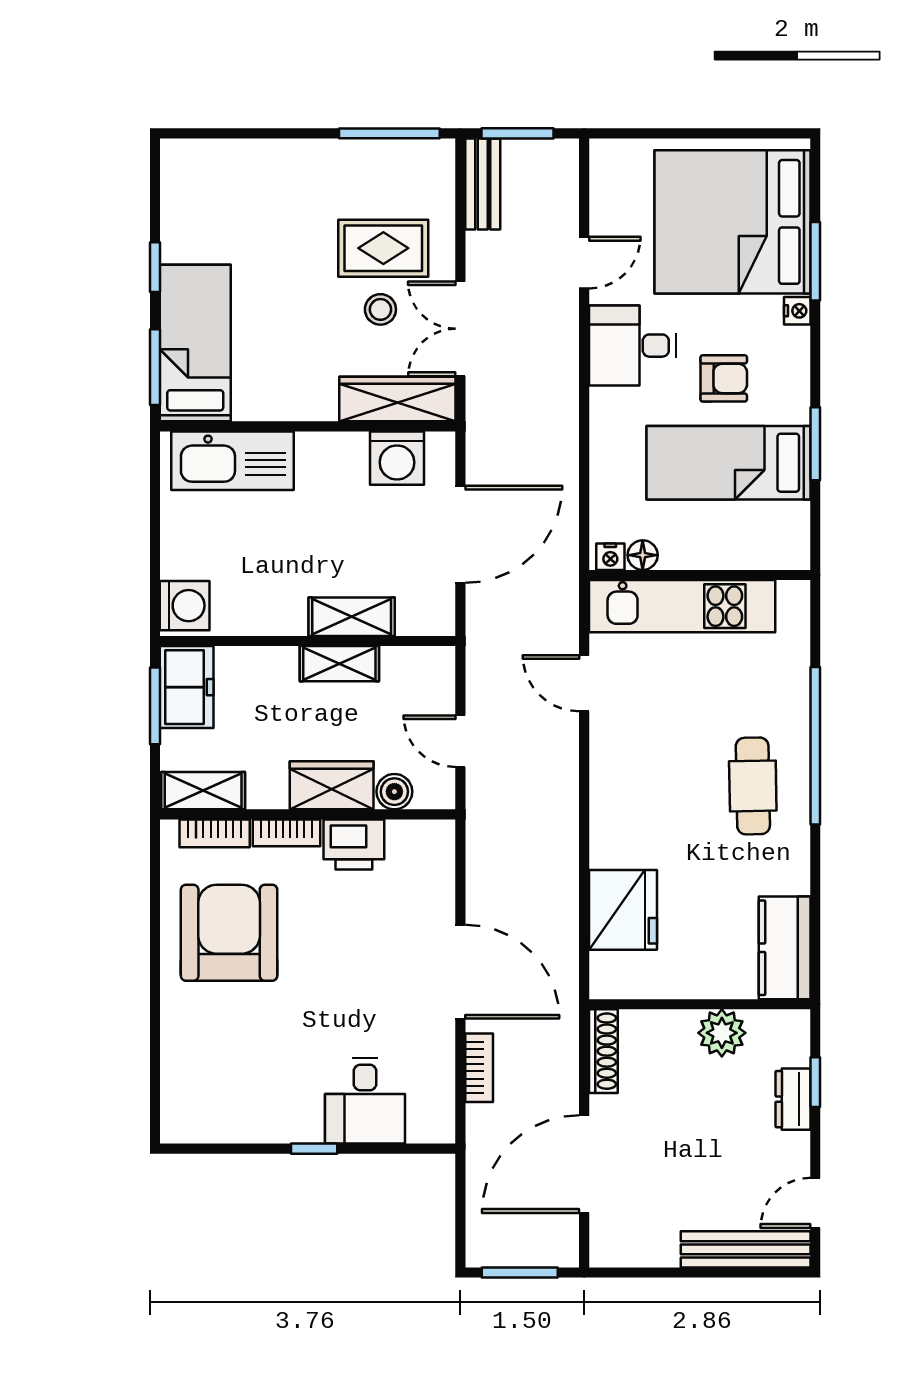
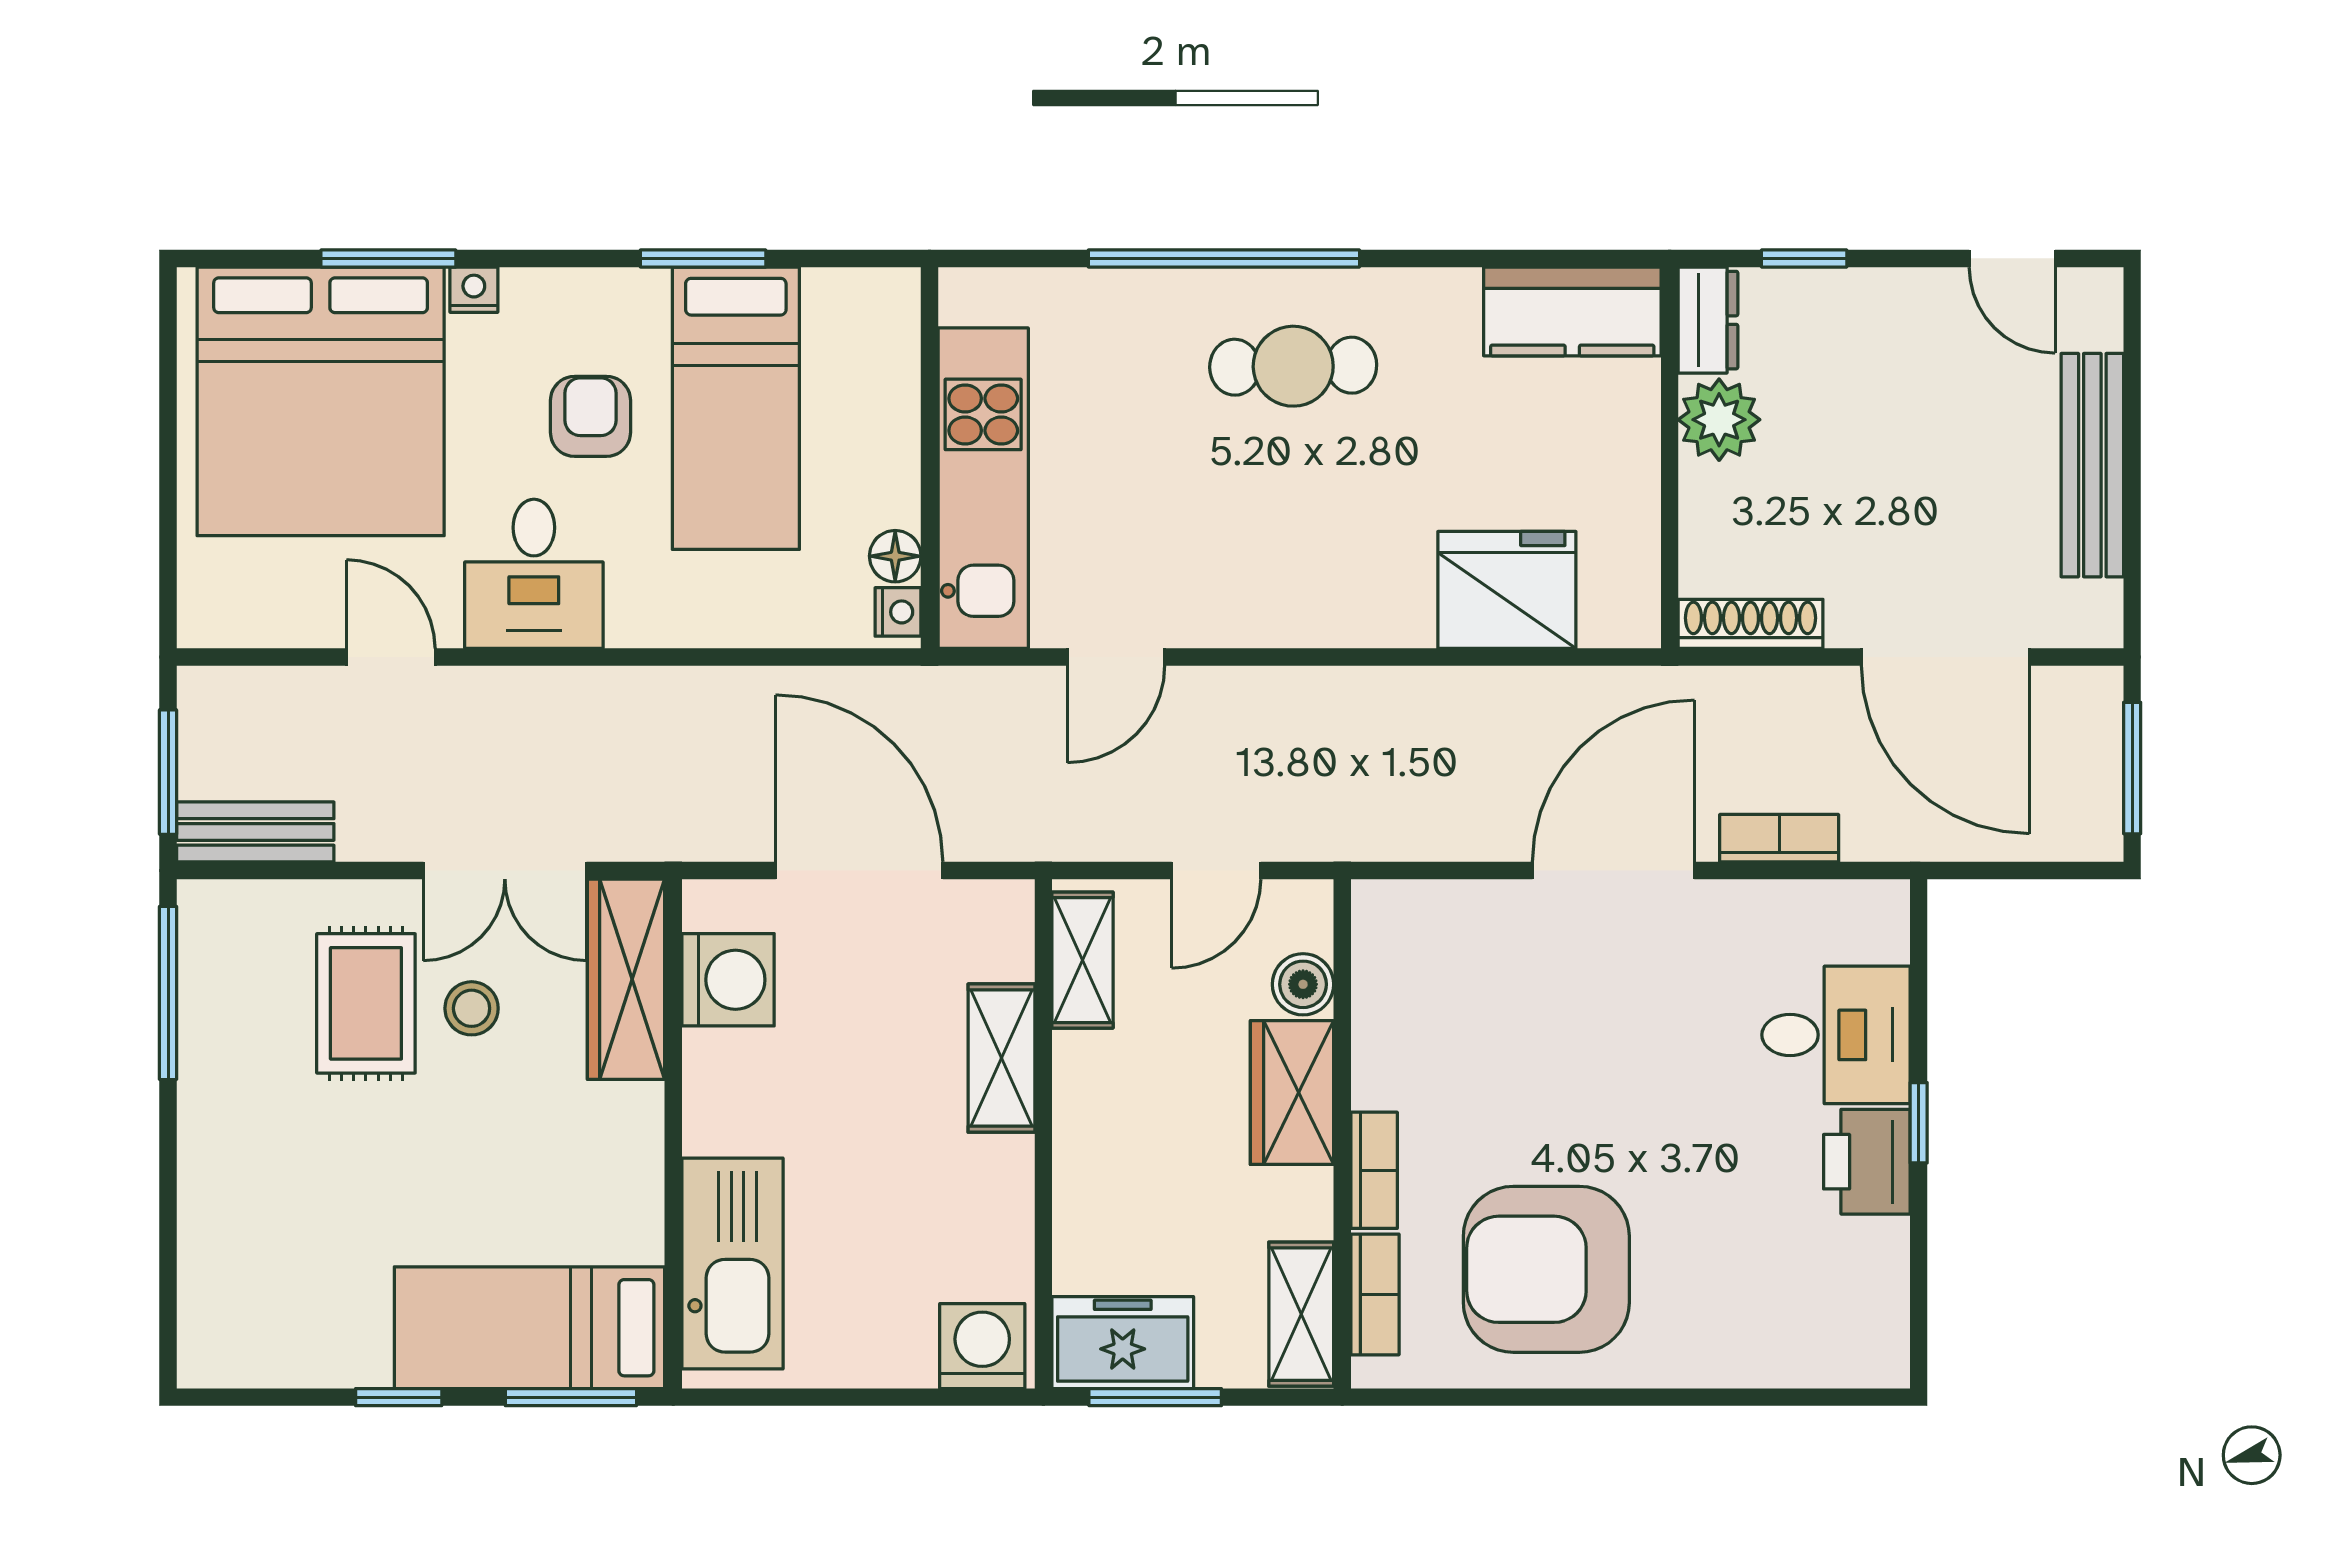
shelving: (339, 664) -> (1082, 960), moved
printer: (354, 844) -> (1867, 1162), moved, turned 180
dresser: (793, 1099) -> (1708, 320), moved, turned -90
bench: (746, 1249) -> (2092, 465), moved

